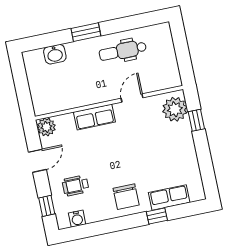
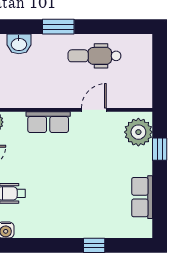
chair: (126, 197) -> (65, 217), removed
row of seats: (169, 197) -> (142, 197), moved, turned -90

